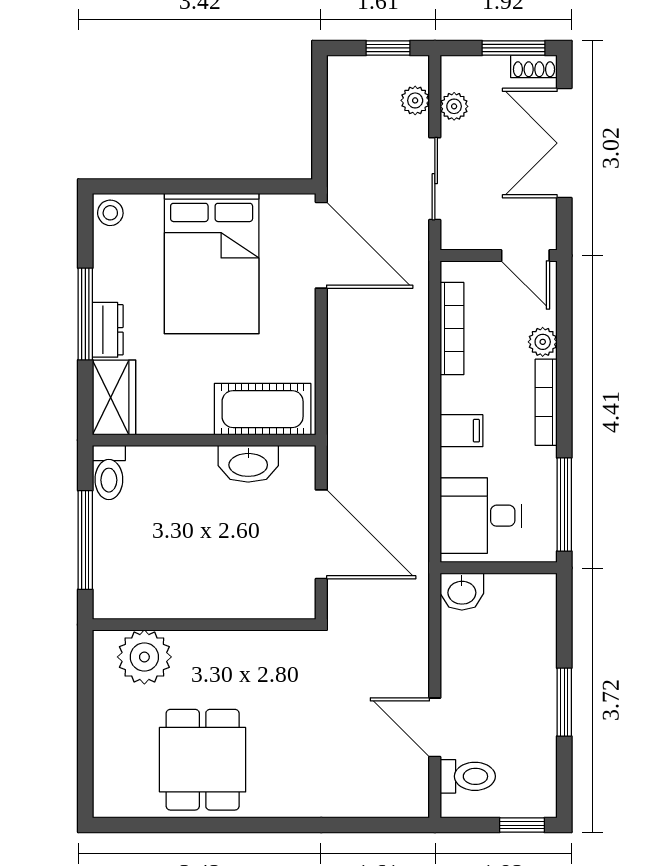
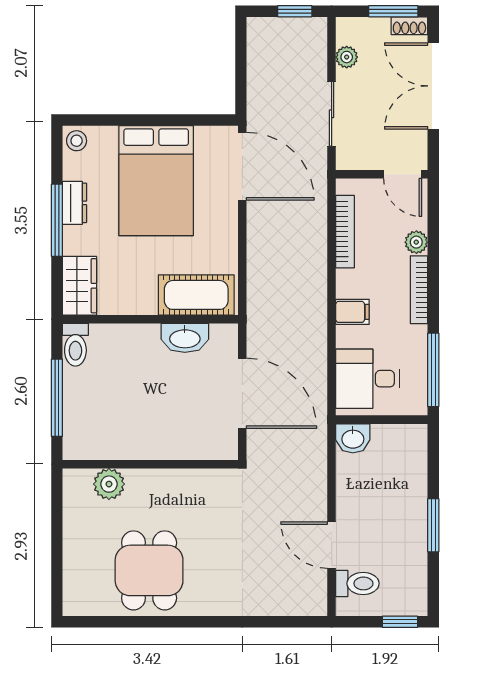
plant: (415, 100) -> (316, 52), removed
dresser: (108, 330) -> (75, 203), moved
plant: (144, 657) -> (109, 484), width x0.73, depth x0.73

